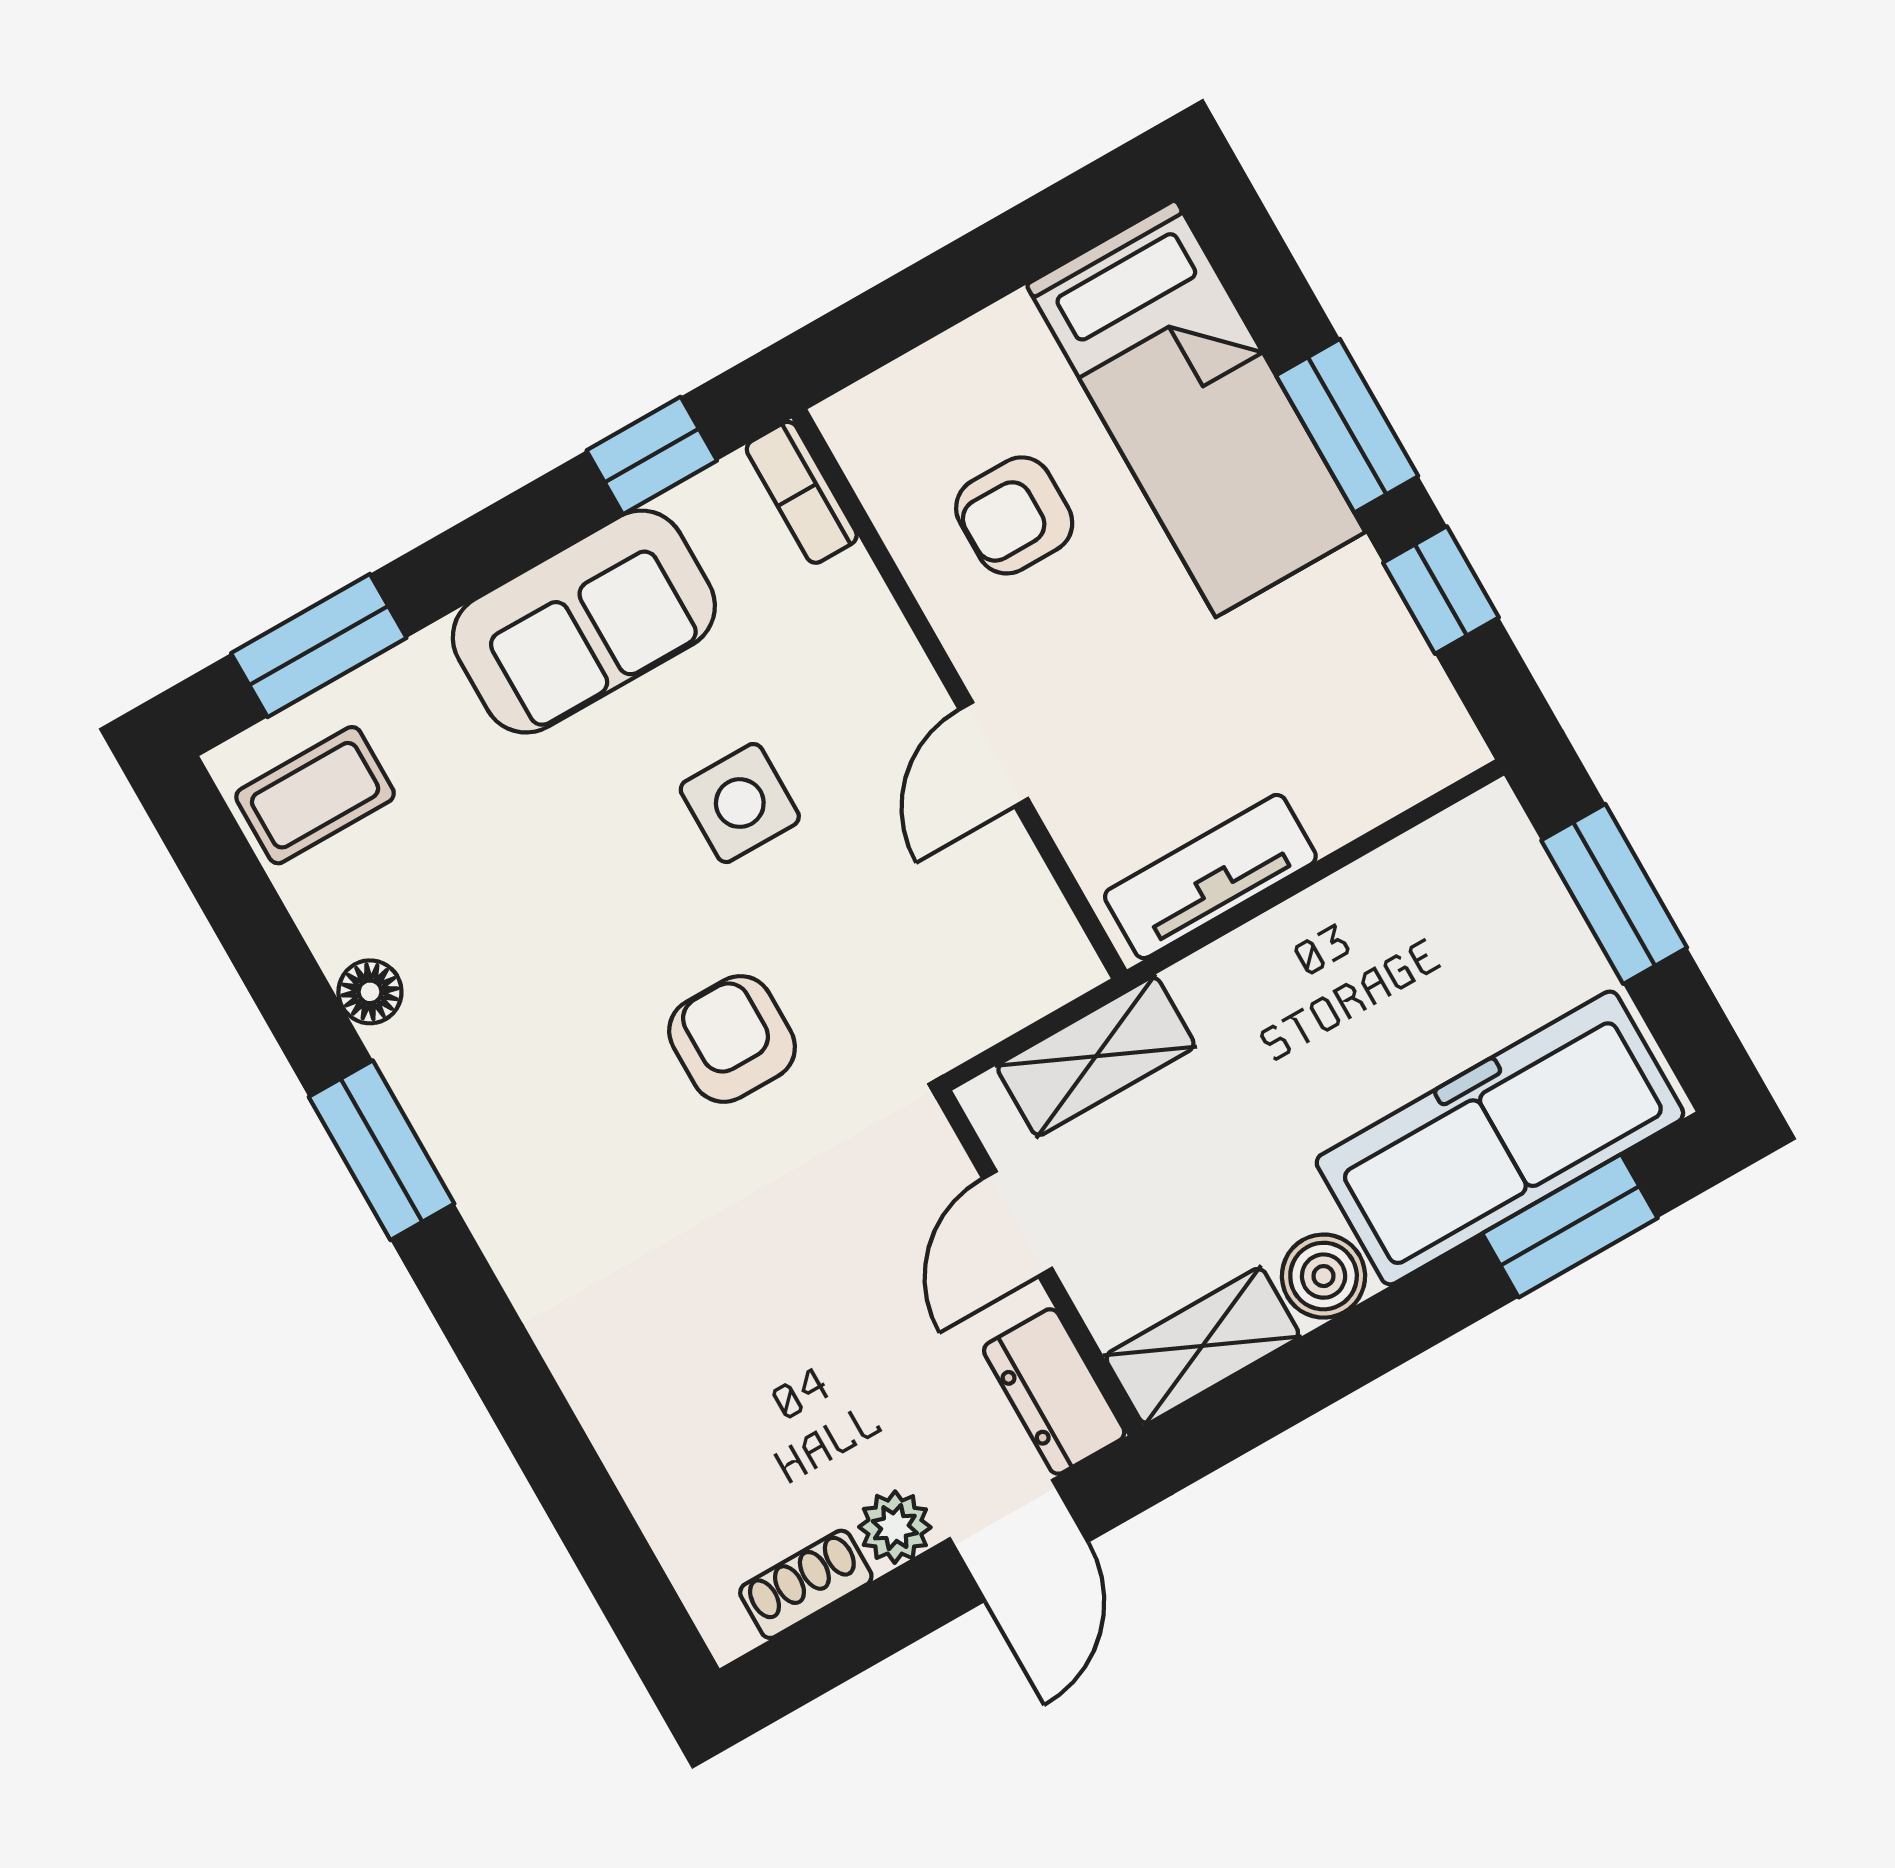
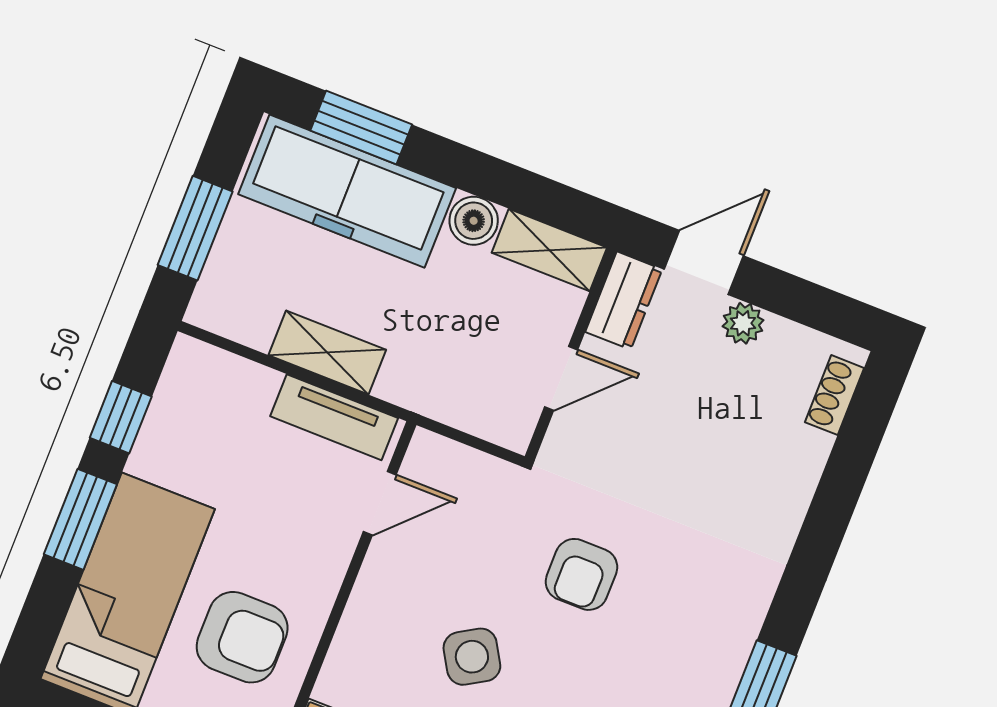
armchair: (1014, 515) -> (242, 637), width x1.38, depth x1.38
door: (994, 754) -> (380, 503), moved
side table: (740, 803) -> (472, 657), turned -31
shelving: (1096, 1056) -> (327, 352), moved
shoe rack: (806, 1584) -> (834, 395), moved, turned 90

